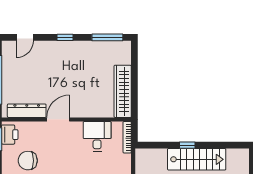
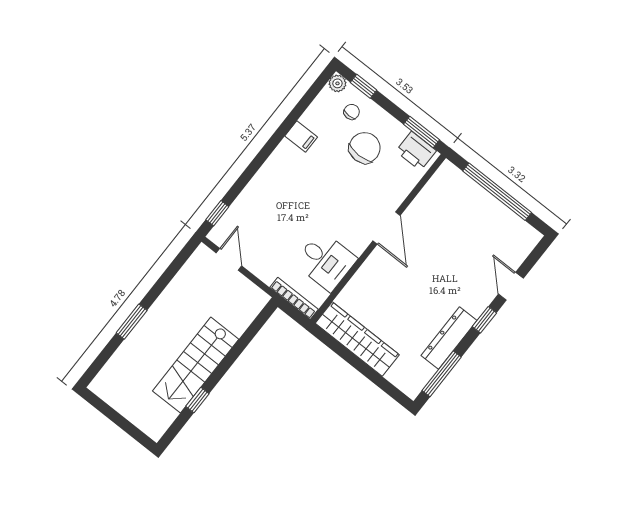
door: (25, 37) -> (511, 286), moved
dresser: (27, 111) -> (449, 338), moved, turned 180
window: (187, 145) -> (197, 400), moved

